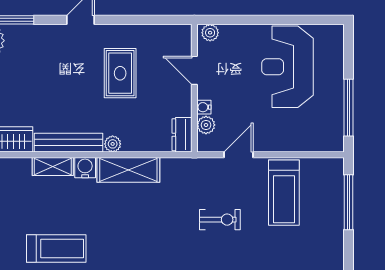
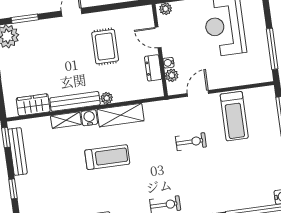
dresser: (182, 135) -> (153, 68), moved
treadmill: (56, 248) -> (107, 157), moved

